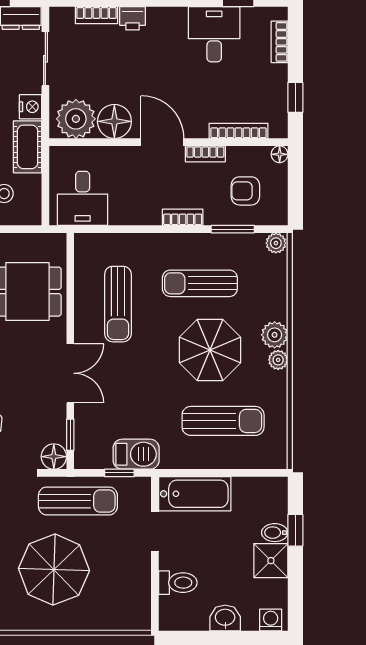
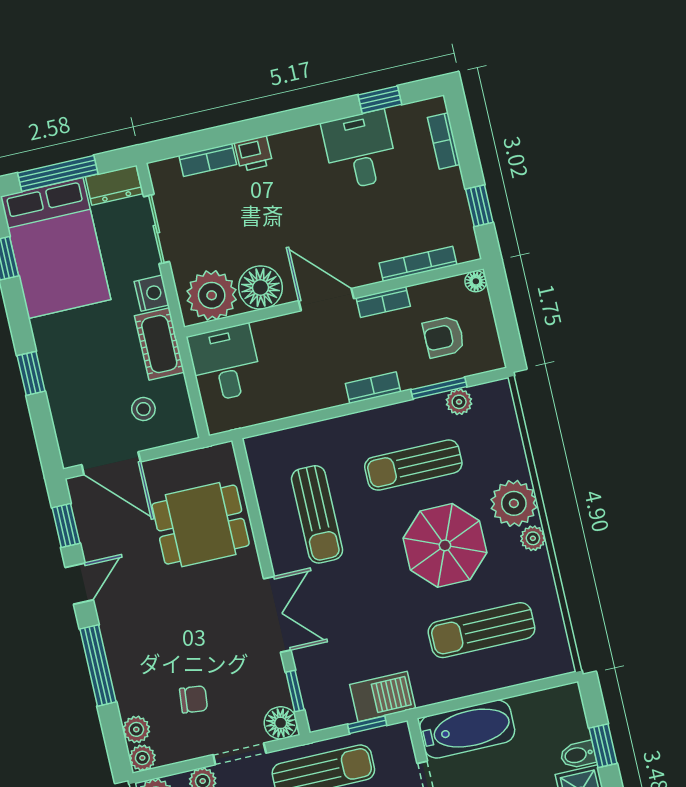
desk: (83, 198) -> (225, 363), moved, turned 180
plant: (276, 243) -> (459, 402), moved
plant: (275, 335) -> (514, 503), width x1.36, depth x1.36
sun lounger: (223, 421) -> (482, 630), turned 180

